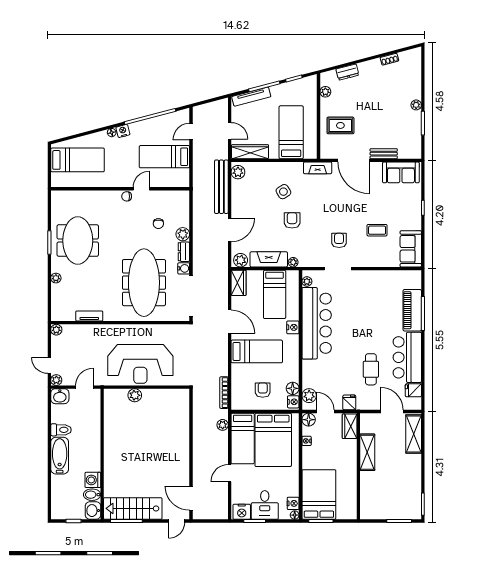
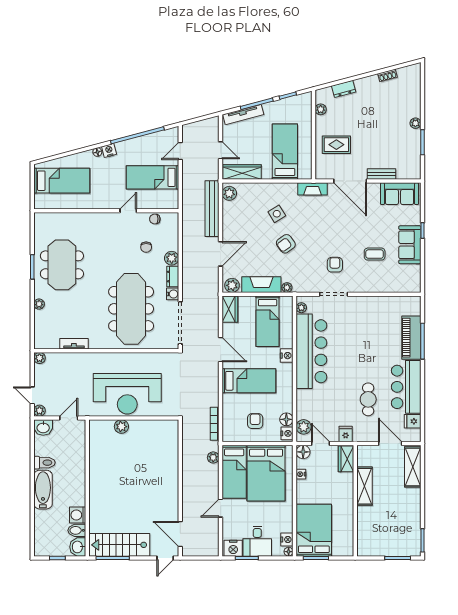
chair: (127, 196) -> (155, 219), moved
armchair: (292, 220) -> (286, 244), turned -126
sofa: (411, 249) -> (410, 245), moved

